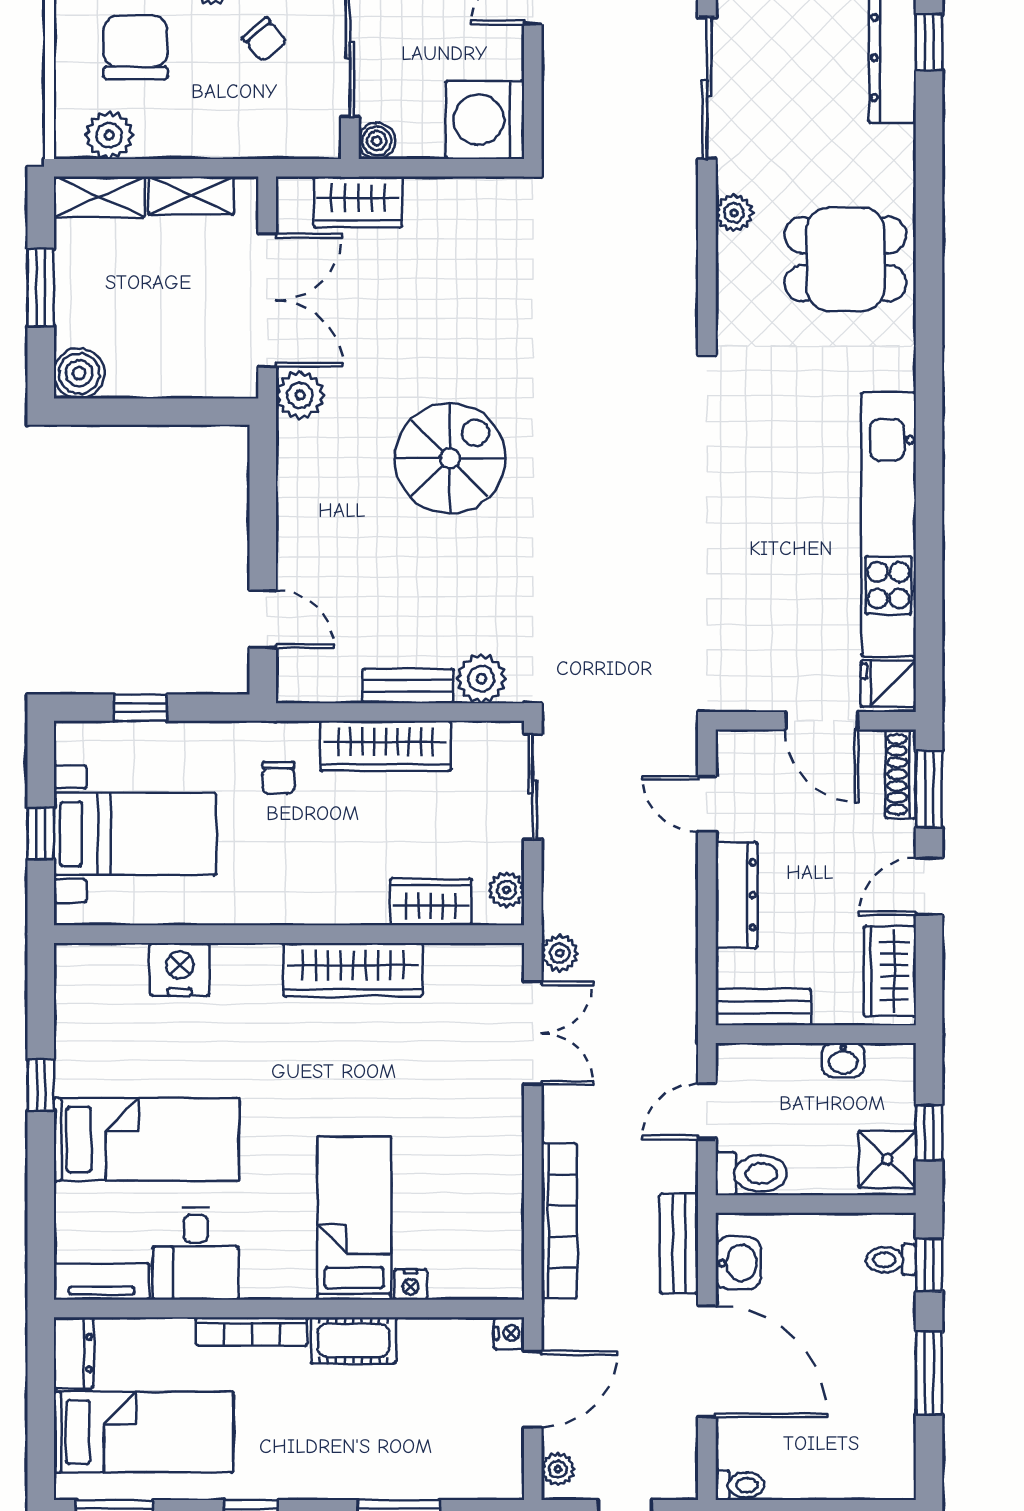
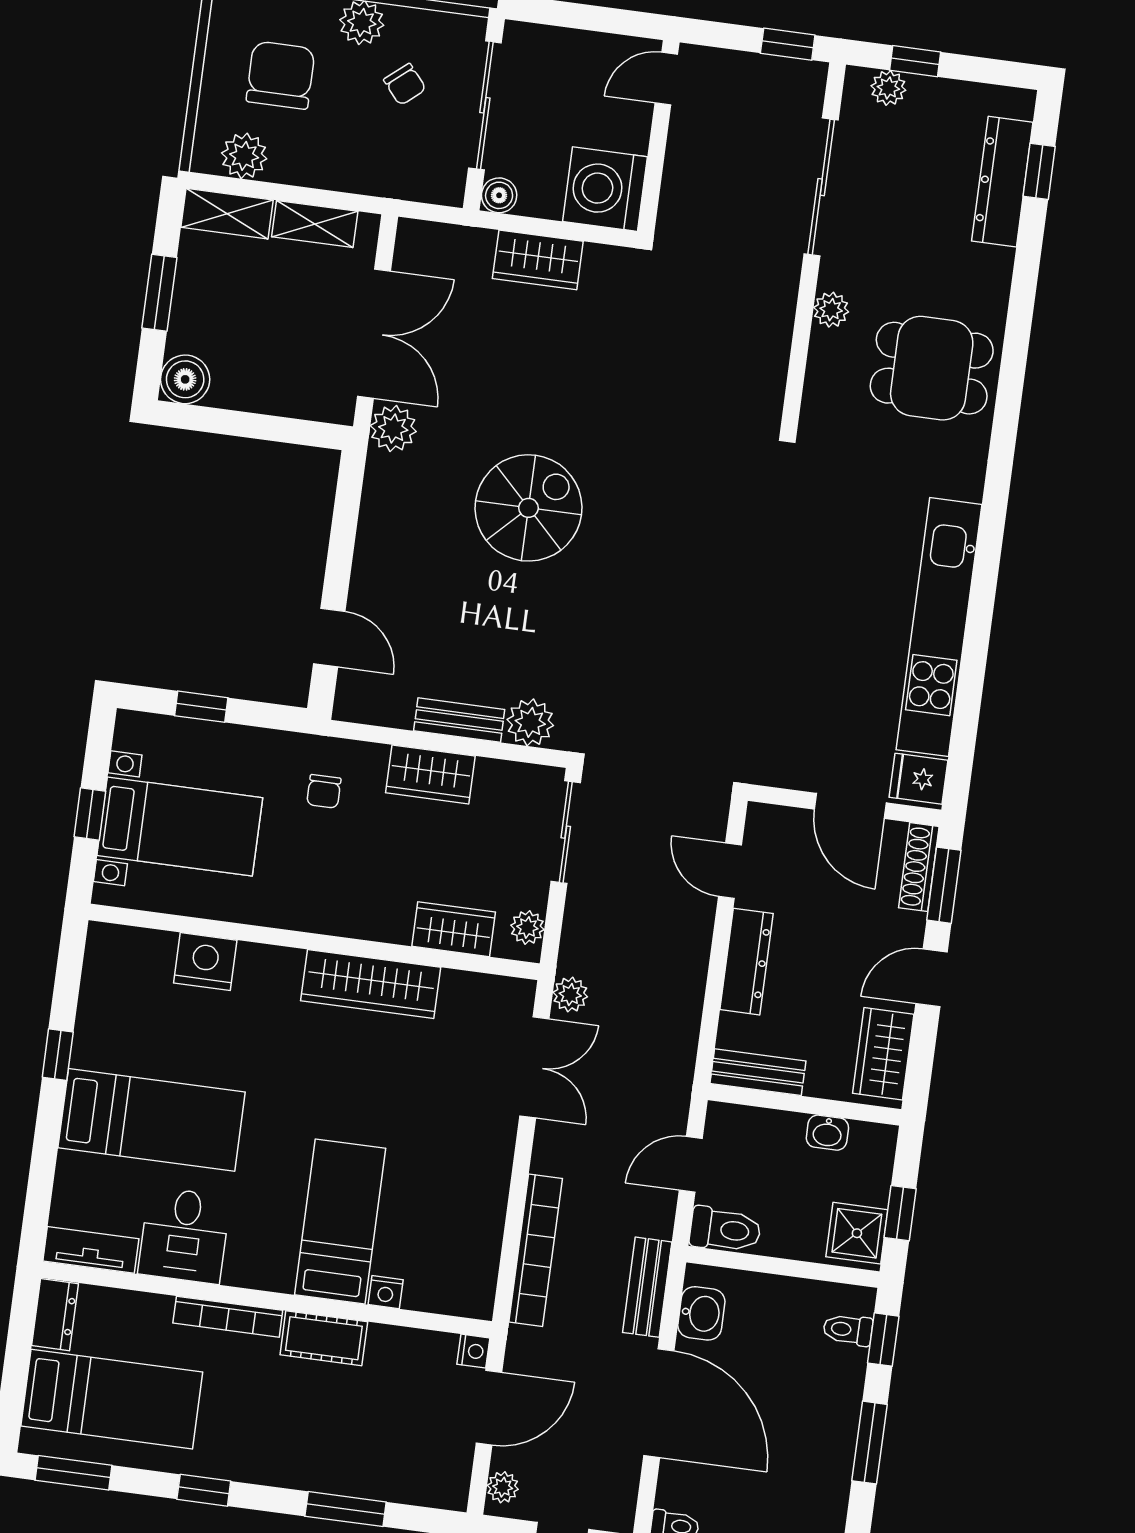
wardrobe: (358, 202) -> (538, 260), moved
wardrobe: (386, 746) -> (430, 774), width x0.67

